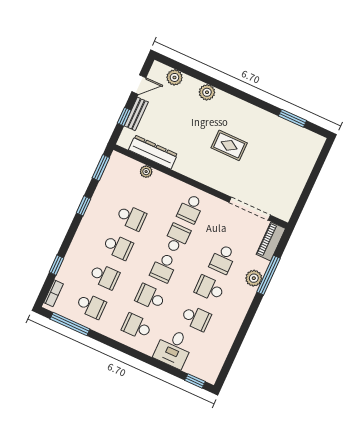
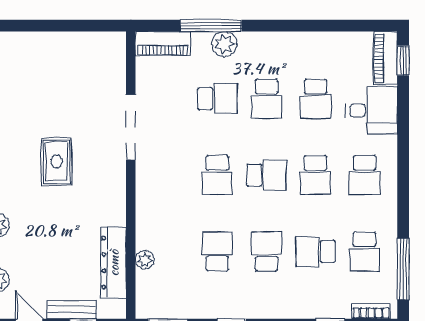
school desk: (190, 209) -> (168, 175), removed
doorway: (250, 209) -> (131, 127), moved
school desk: (177, 238) -> (217, 175), turned -90
school desk: (104, 276) -> (316, 251), turned -90
school desk: (91, 306) -> (365, 251), turned 180
school desk: (196, 318) -> (316, 99), turned 180
piano: (201, 371) -> (385, 58), added

